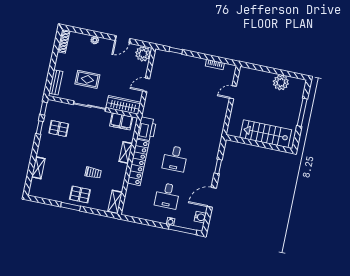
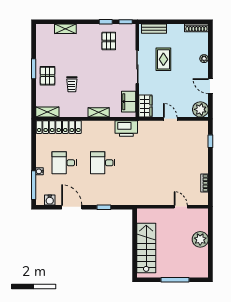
plant: (281, 82) -> (200, 239), moved
wardrobe: (123, 105) -> (145, 106), width x0.67
locker: (138, 162) -> (59, 127), moved

